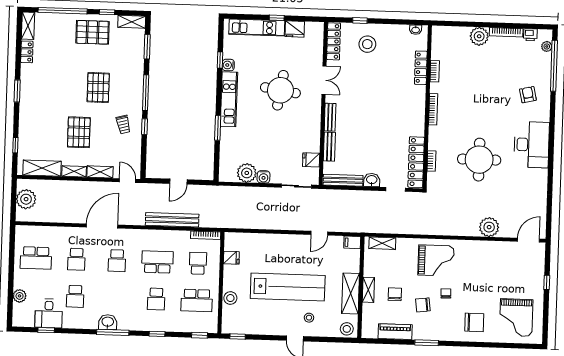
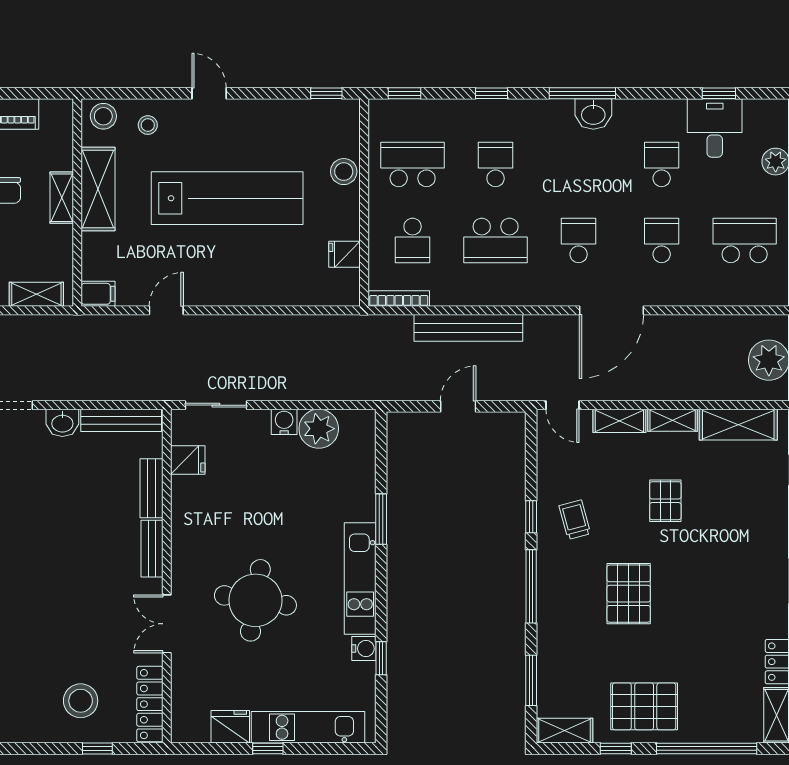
pallet: (79, 132) -> (665, 501), width x0.67, depth x0.71
lab bench: (288, 287) -> (227, 198), turned 180
stool: (309, 318) -> (148, 125), moved

